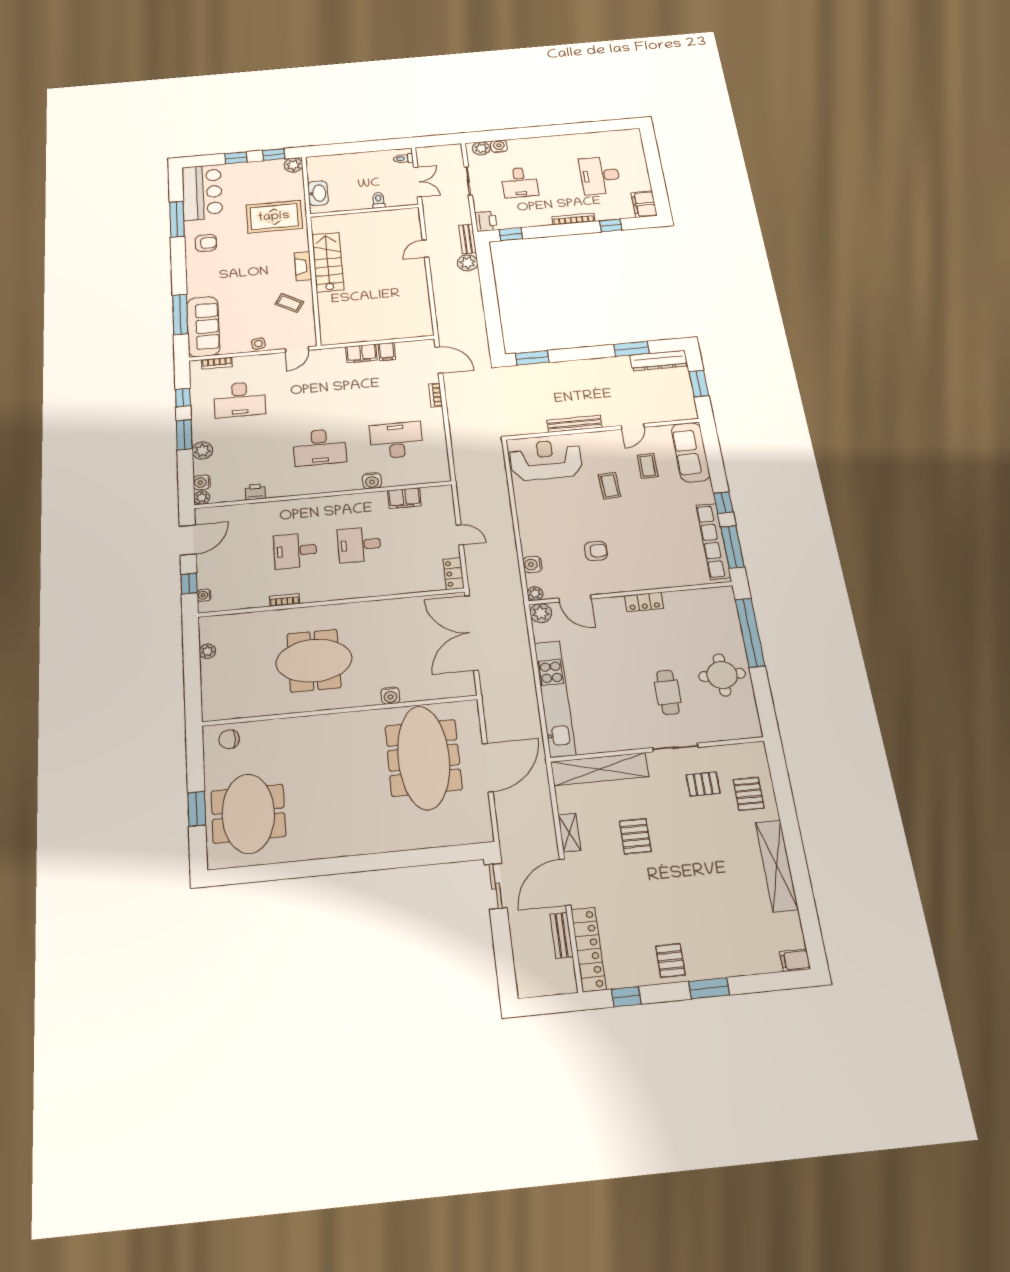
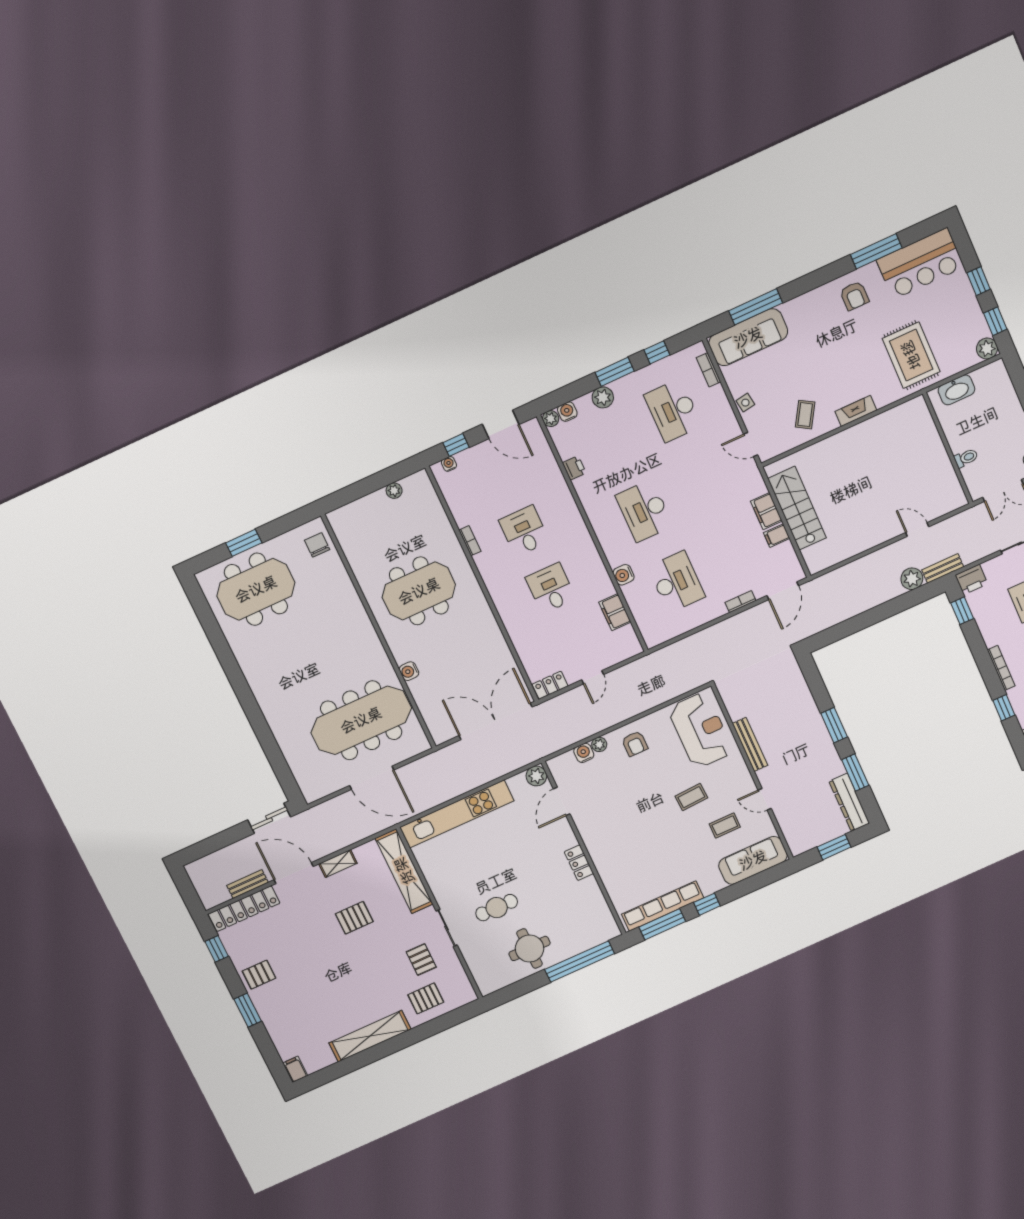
stairs: (328, 262) -> (797, 508), moved, turned -90
window: (532, 358) -> (834, 725), moved
armchair: (596, 551) -> (635, 744), moved
plant: (535, 594) -> (599, 744), moved
meeting table: (314, 661) -> (419, 591), turned 90

